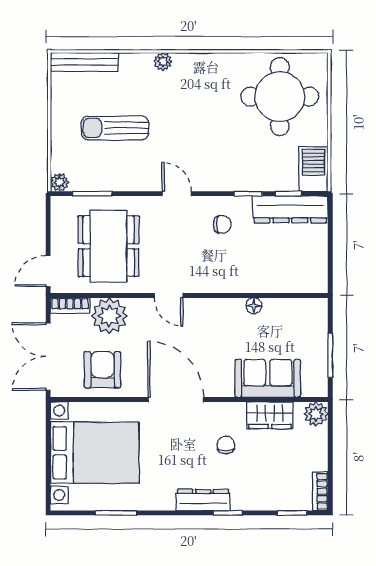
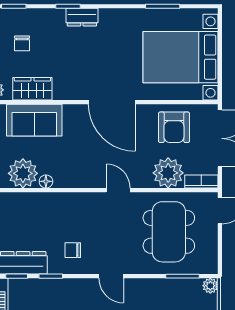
plant: (281, 315) -> (23, 173), added
chair: (226, 445) -> (22, 43), moved
dresser: (203, 500) -> (82, 17), width x0.70

